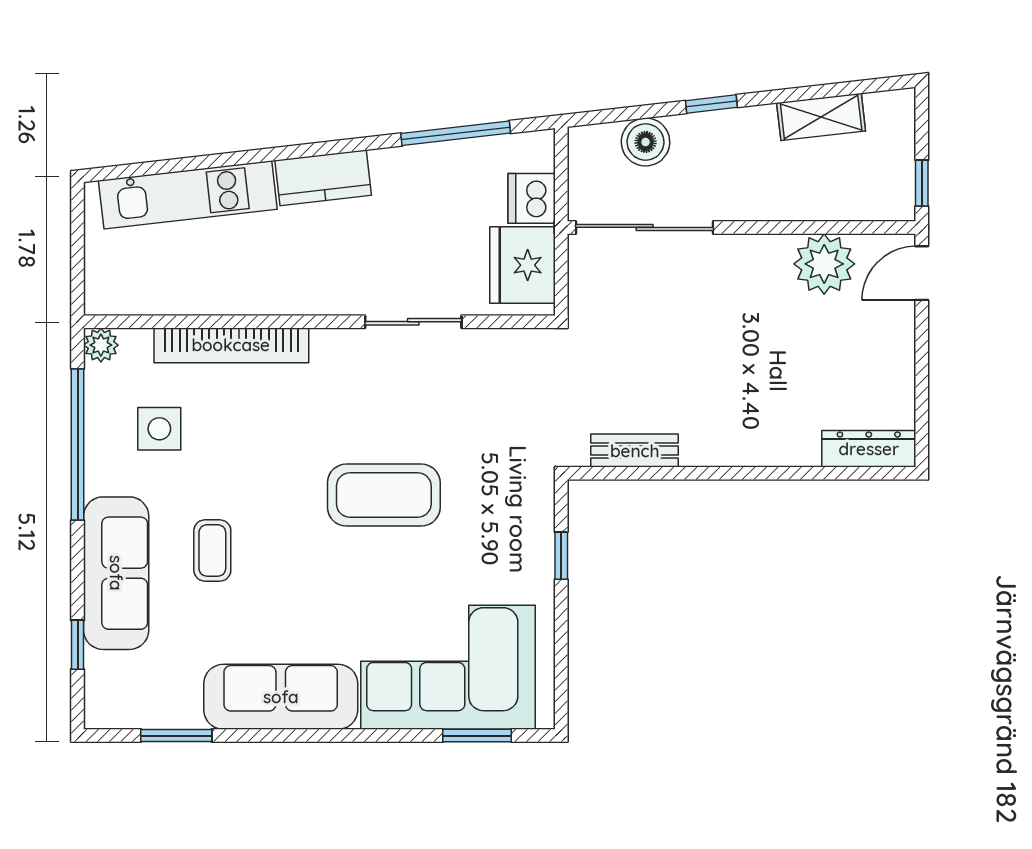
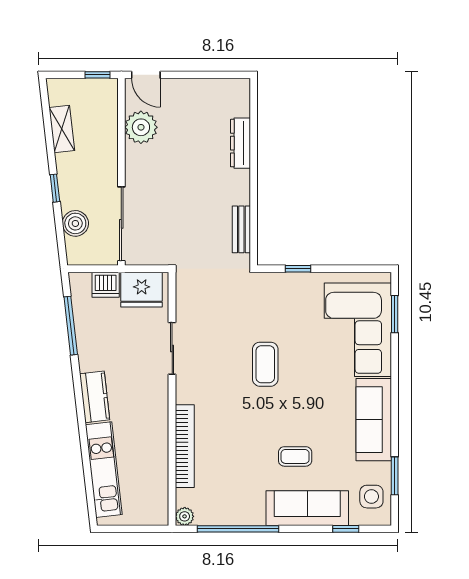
side table: (159, 429) -> (371, 497), moved
dresser: (869, 449) -> (240, 143), moved
coffee table: (384, 495) -> (265, 364), width x0.73, depth x0.76

